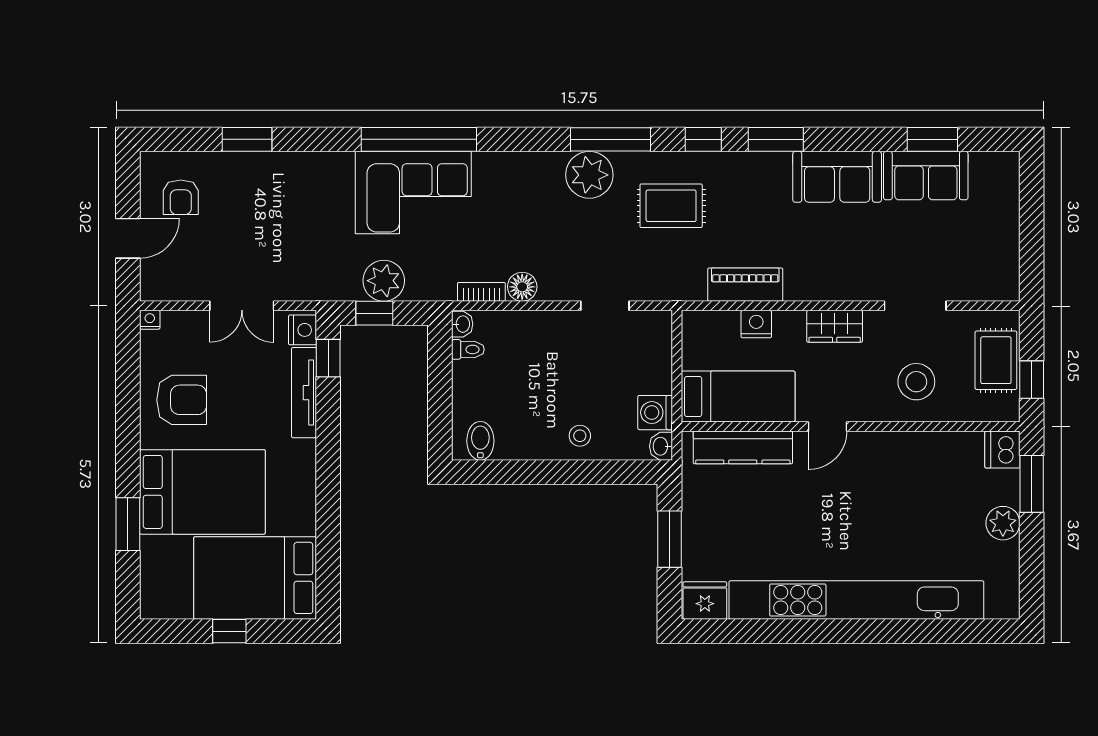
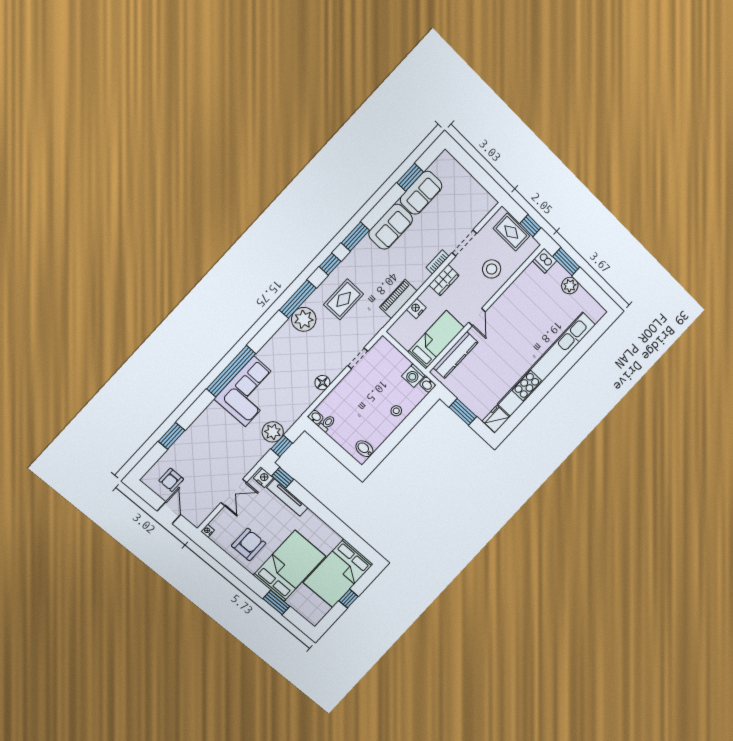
armchair: (181, 197) -> (171, 480), turned 90
bookcase: (481, 292) -> (437, 262), moved

